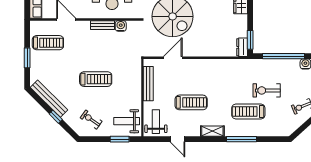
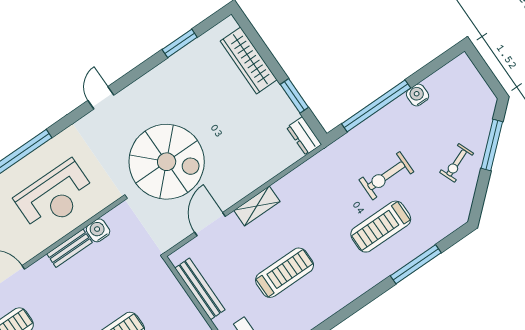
window: (250, 40) -> (294, 96), moved
shelving: (212, 131) -> (257, 206), moved
window: (241, 139) -> (416, 264), moved

